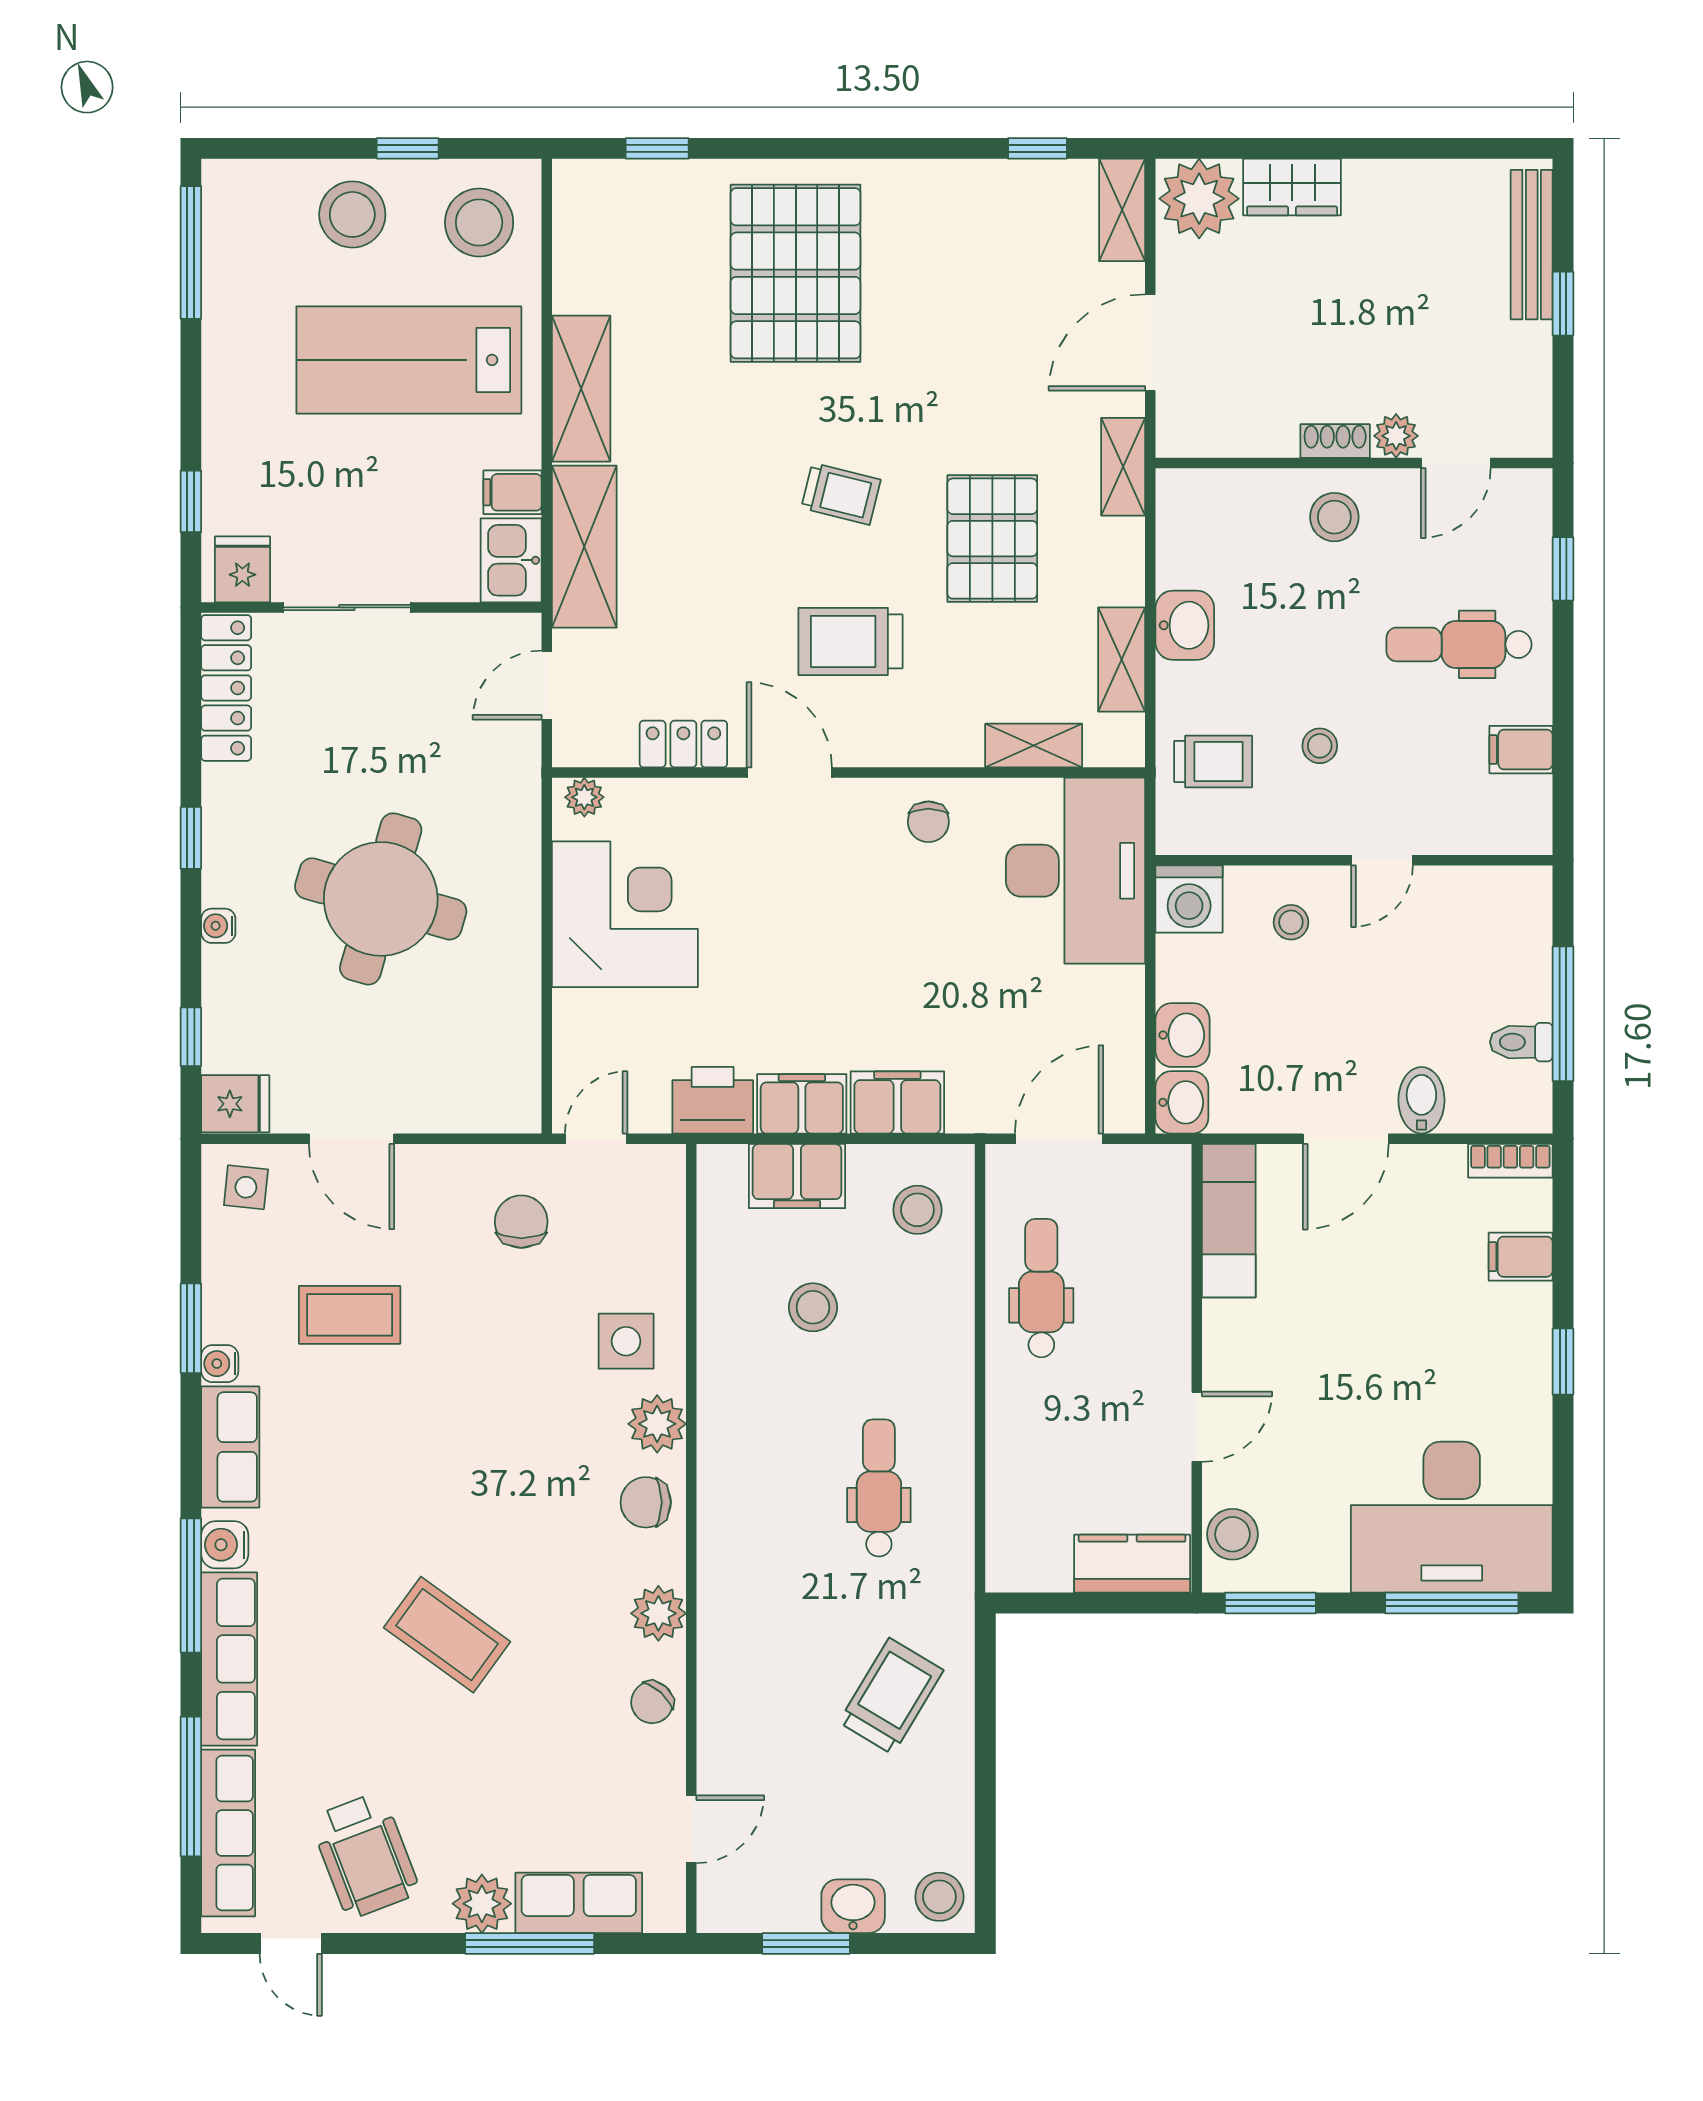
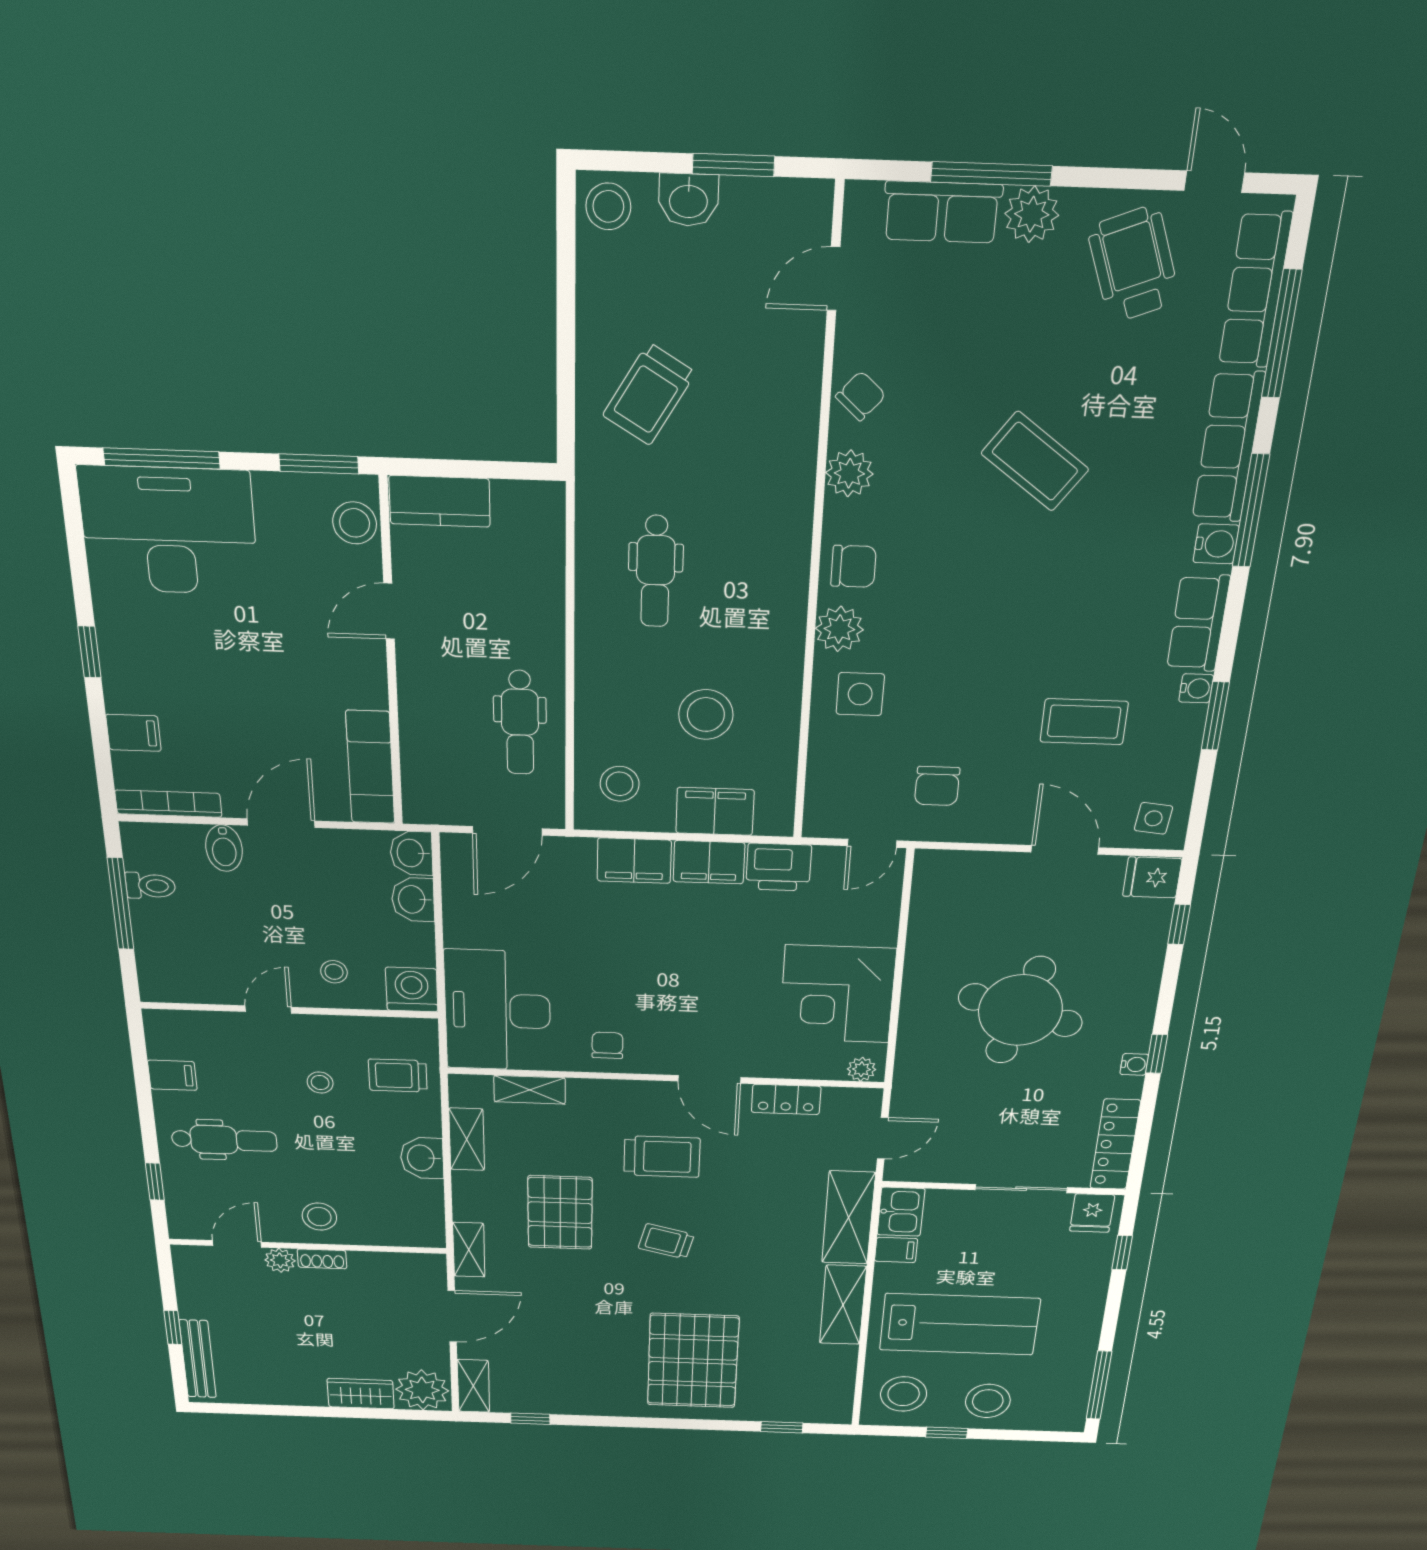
water cooler: (218, 926) -> (1134, 1064), moved
bookcase: (1510, 1161) -> (168, 804), width x1.56
stool: (813, 1307) -> (706, 715), width x1.38, depth x1.38

